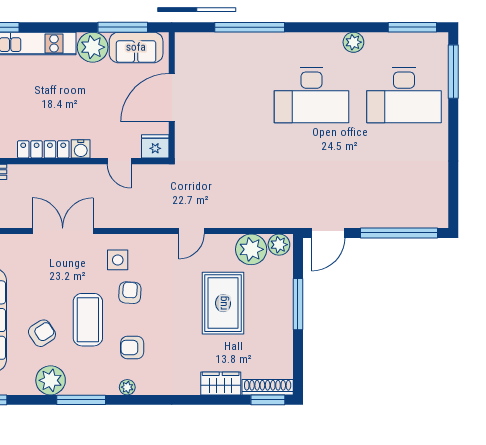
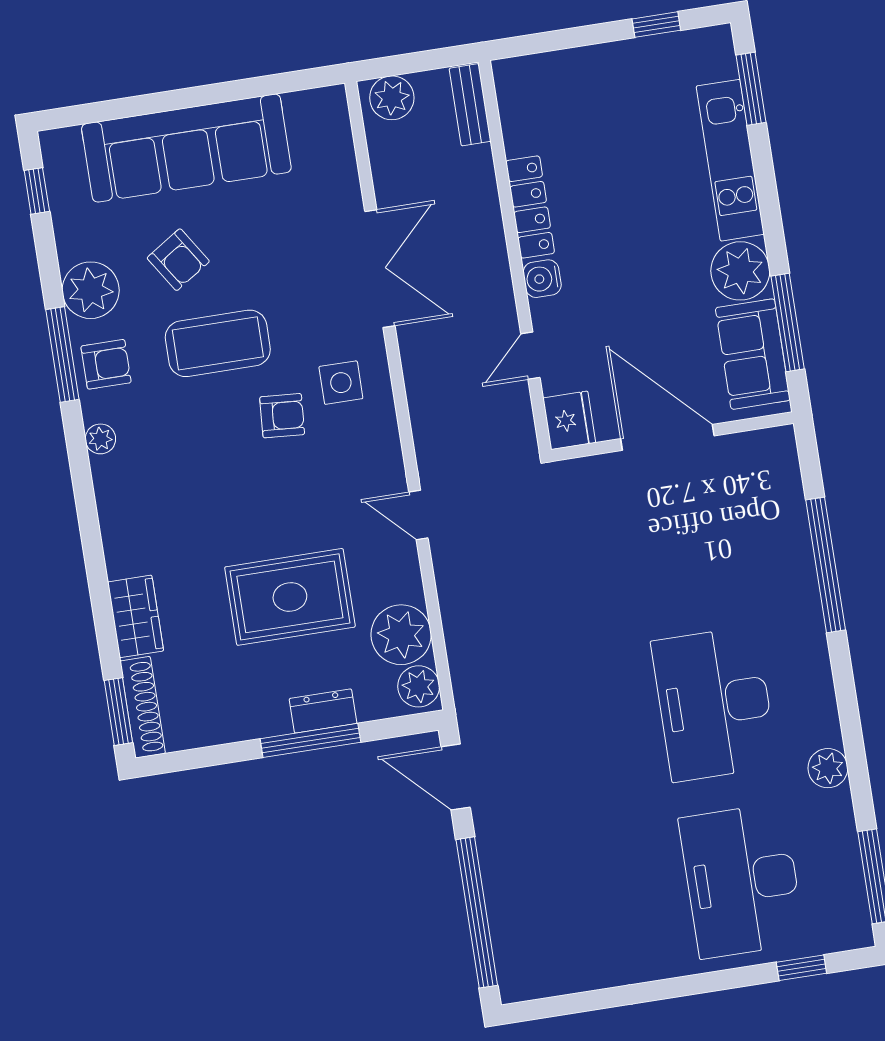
window: (453, 72) -> (801, 968), width x0.46
dresser: (284, 295) -> (323, 711), added
armchair: (132, 348) -> (106, 364), moved, turned 90

